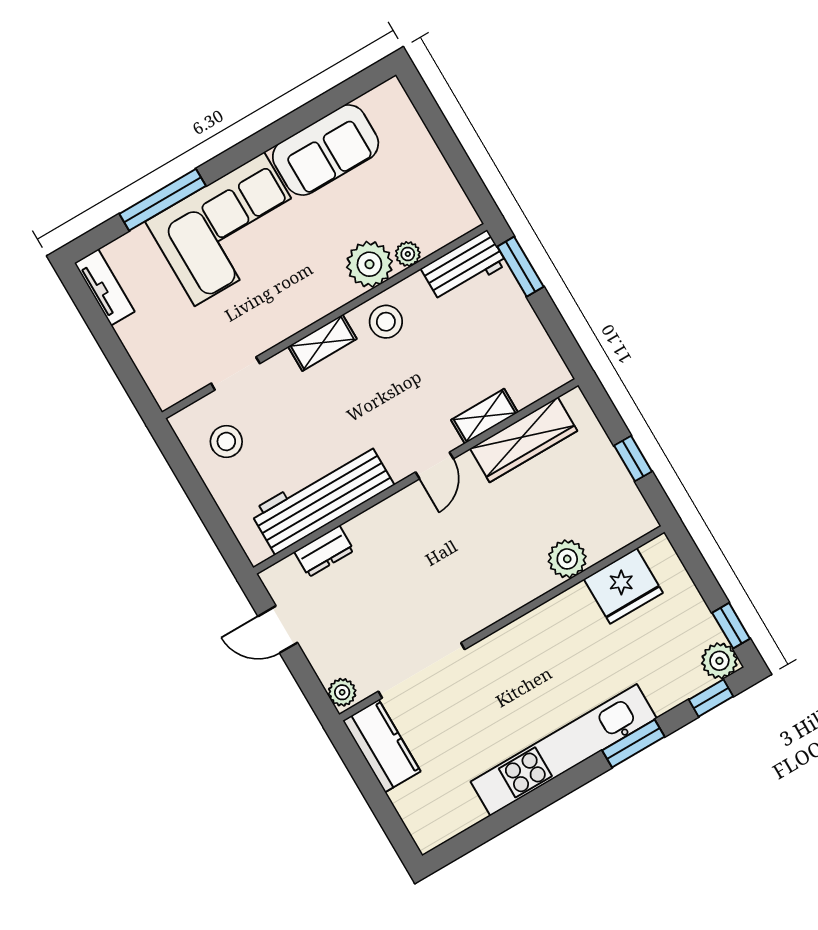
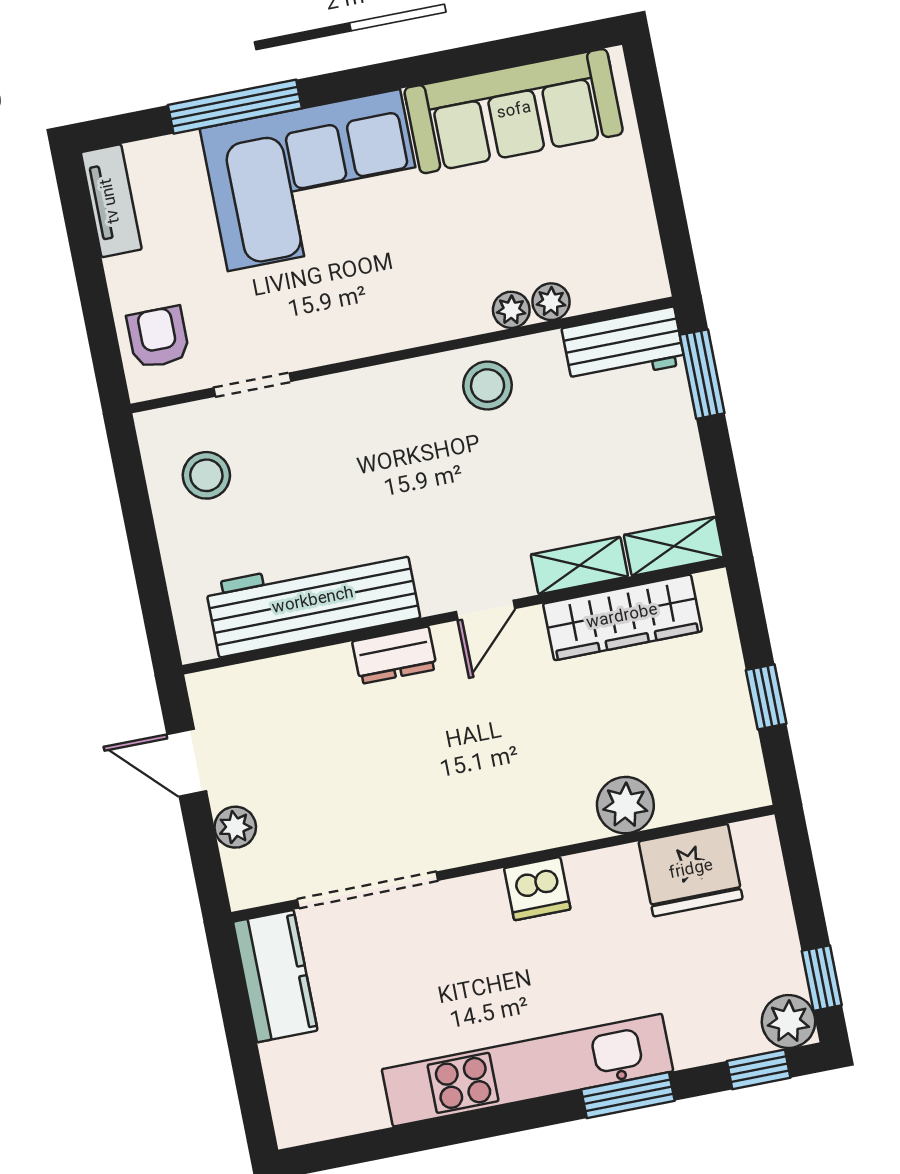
sofa: (326, 150) -> (514, 111), width x1.36
plant: (369, 264) -> (511, 310), width x0.53, depth x0.53
shelving: (322, 343) -> (674, 546), moved
armchair: (165, 364) -> (158, 337), added
dresser: (324, 551) -> (395, 655), moved
dishwasher: (530, 632) -> (537, 889), added
plant: (342, 692) -> (235, 827), moved

